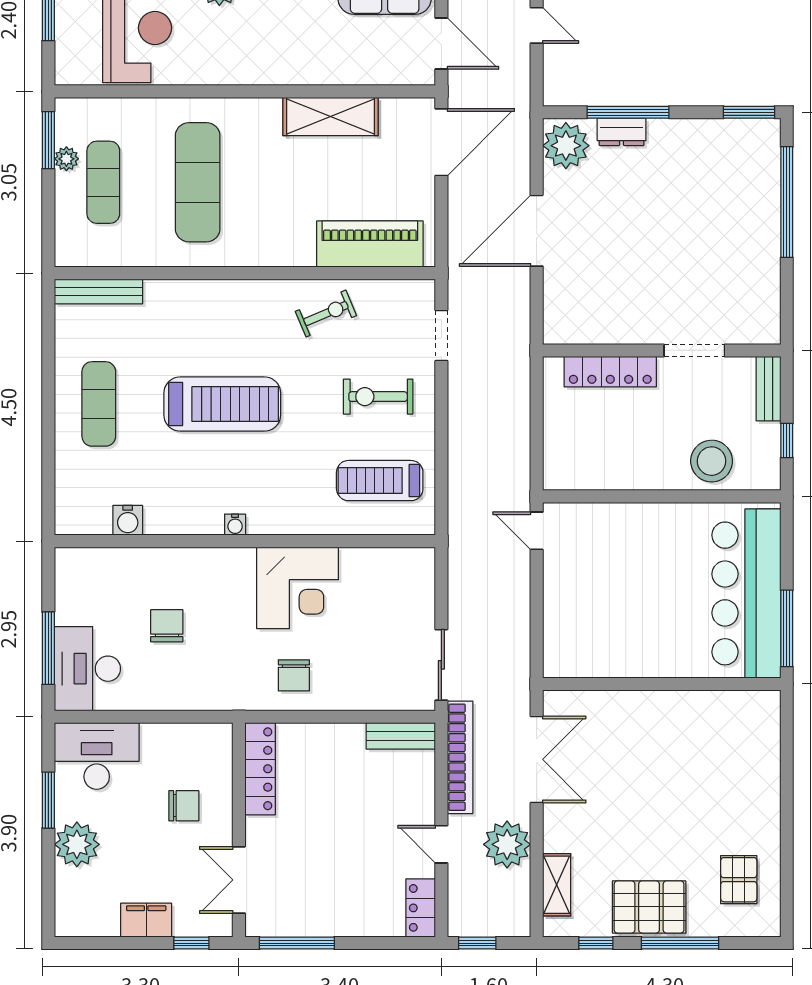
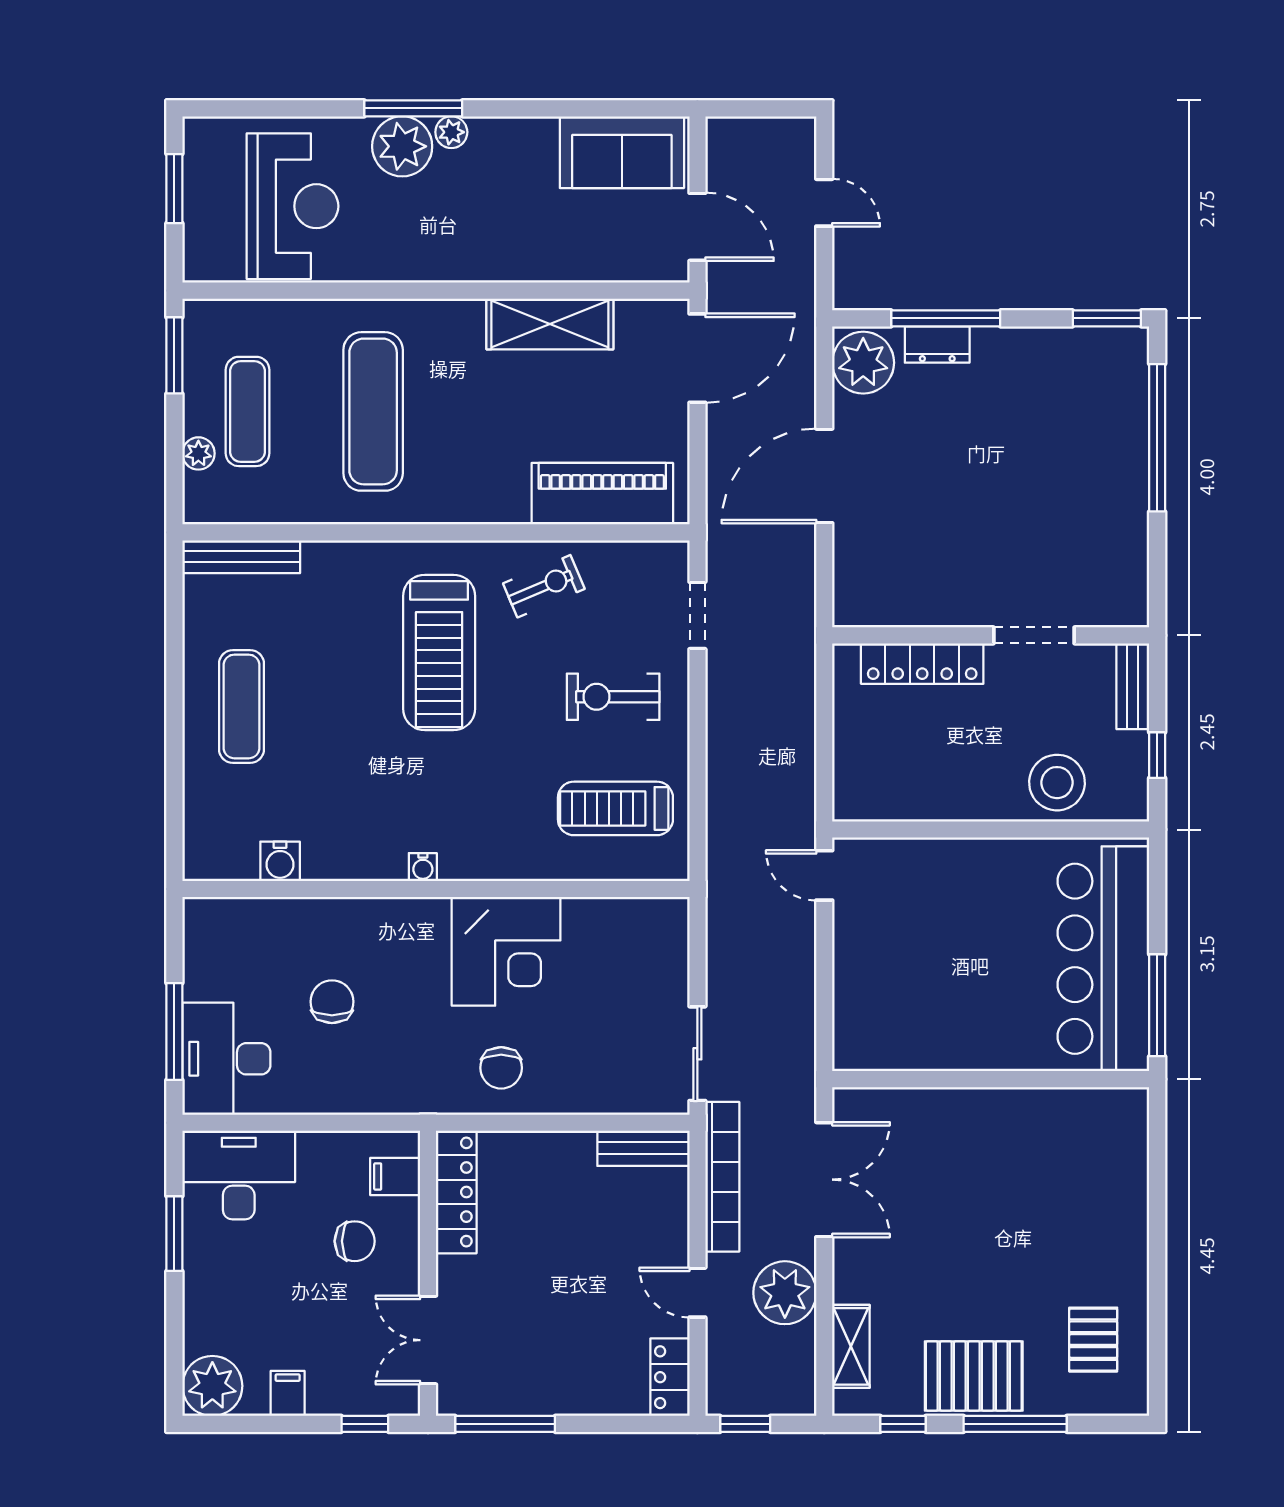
plant: (66, 159) -> (198, 453), moved
treadmill: (222, 404) -> (439, 652), moved, turned 90
filing cabinet: (214, 757) -> (395, 1177), added
plant: (77, 844) -> (212, 1386), moved
filing cabinet: (146, 920) -> (288, 1393), width x0.50

